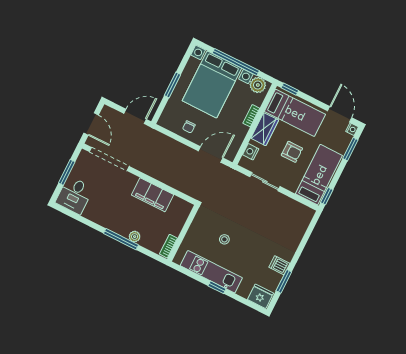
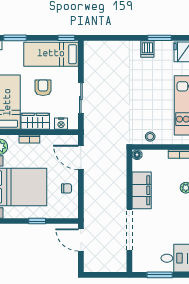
window: (173, 85) -> (37, 221), width x0.67
door: (91, 124) -> (107, 275), removed
doorway: (109, 159) -> (129, 230), moved
floor lamp: (187, 207) -> (137, 155), added
stool: (224, 239) -> (150, 137), moved

